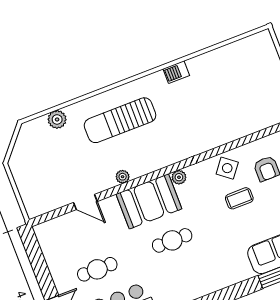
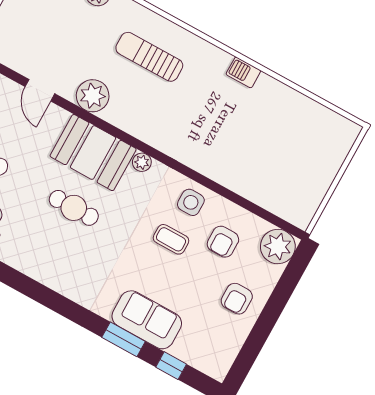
sun lounger: (120, 120) -> (149, 57), width x0.73, depth x0.75
side table: (227, 168) -> (191, 202), turned -38
plant: (123, 177) -> (93, 96), width x1.88, depth x1.88

